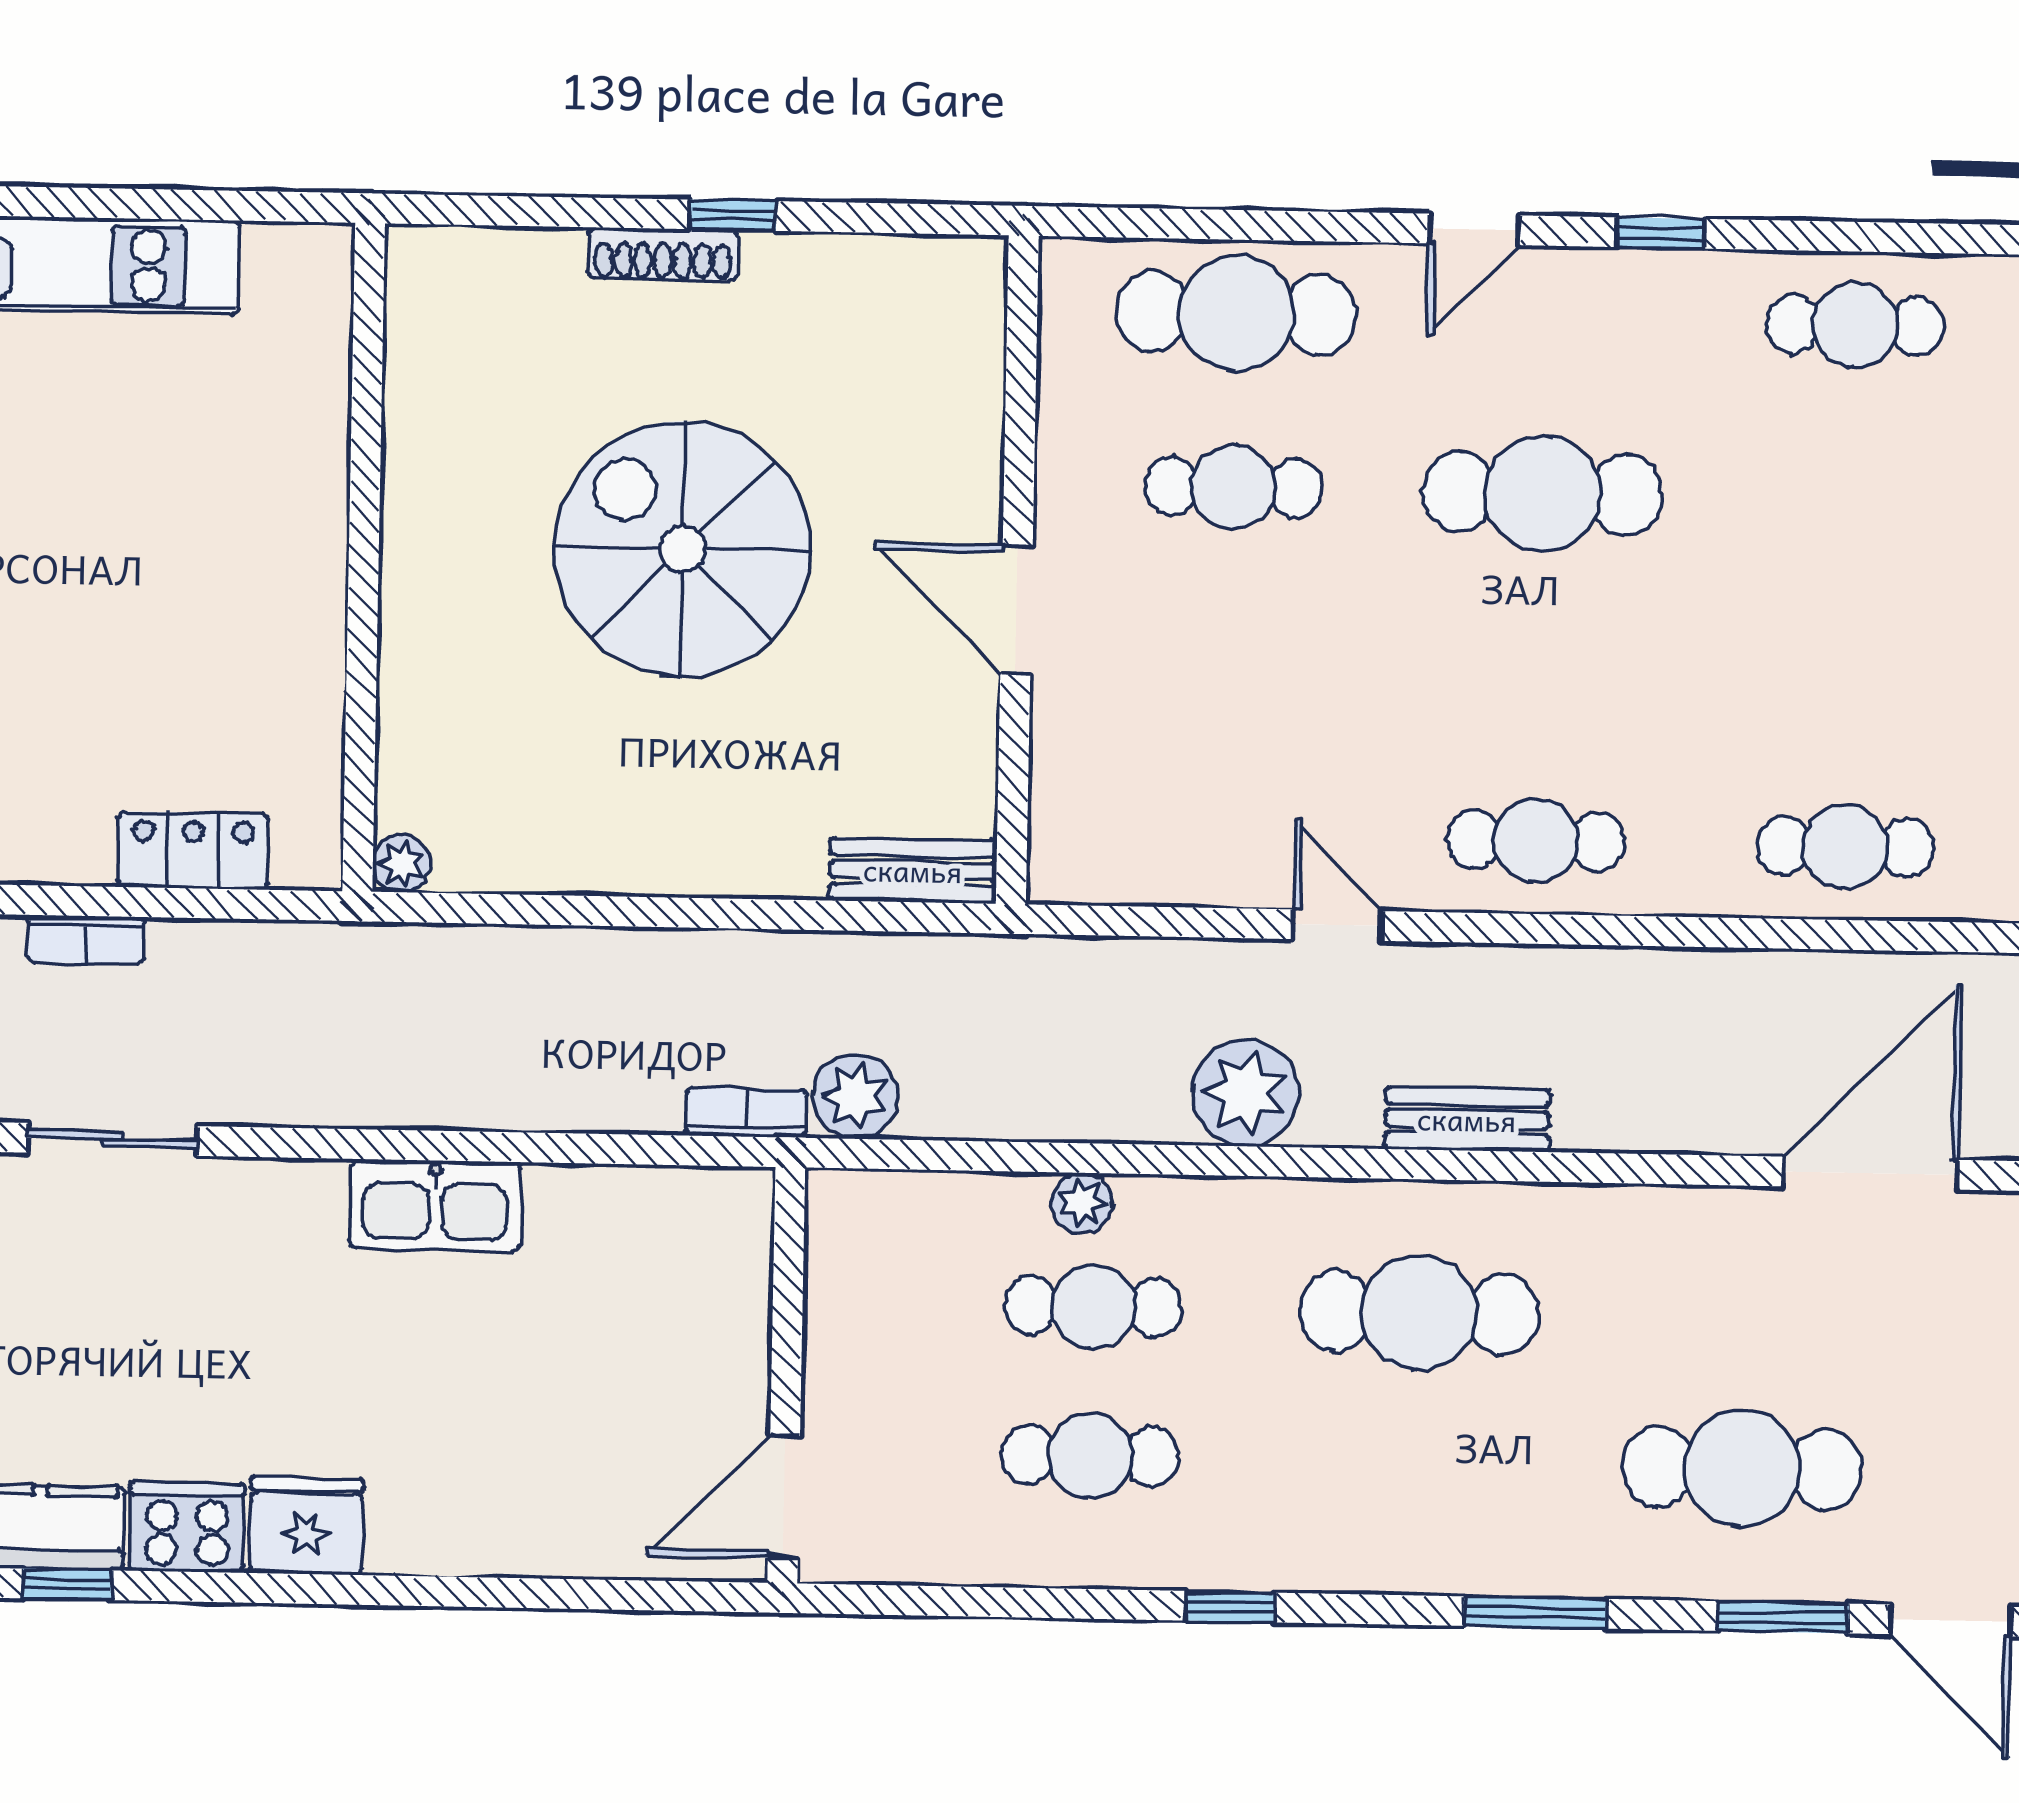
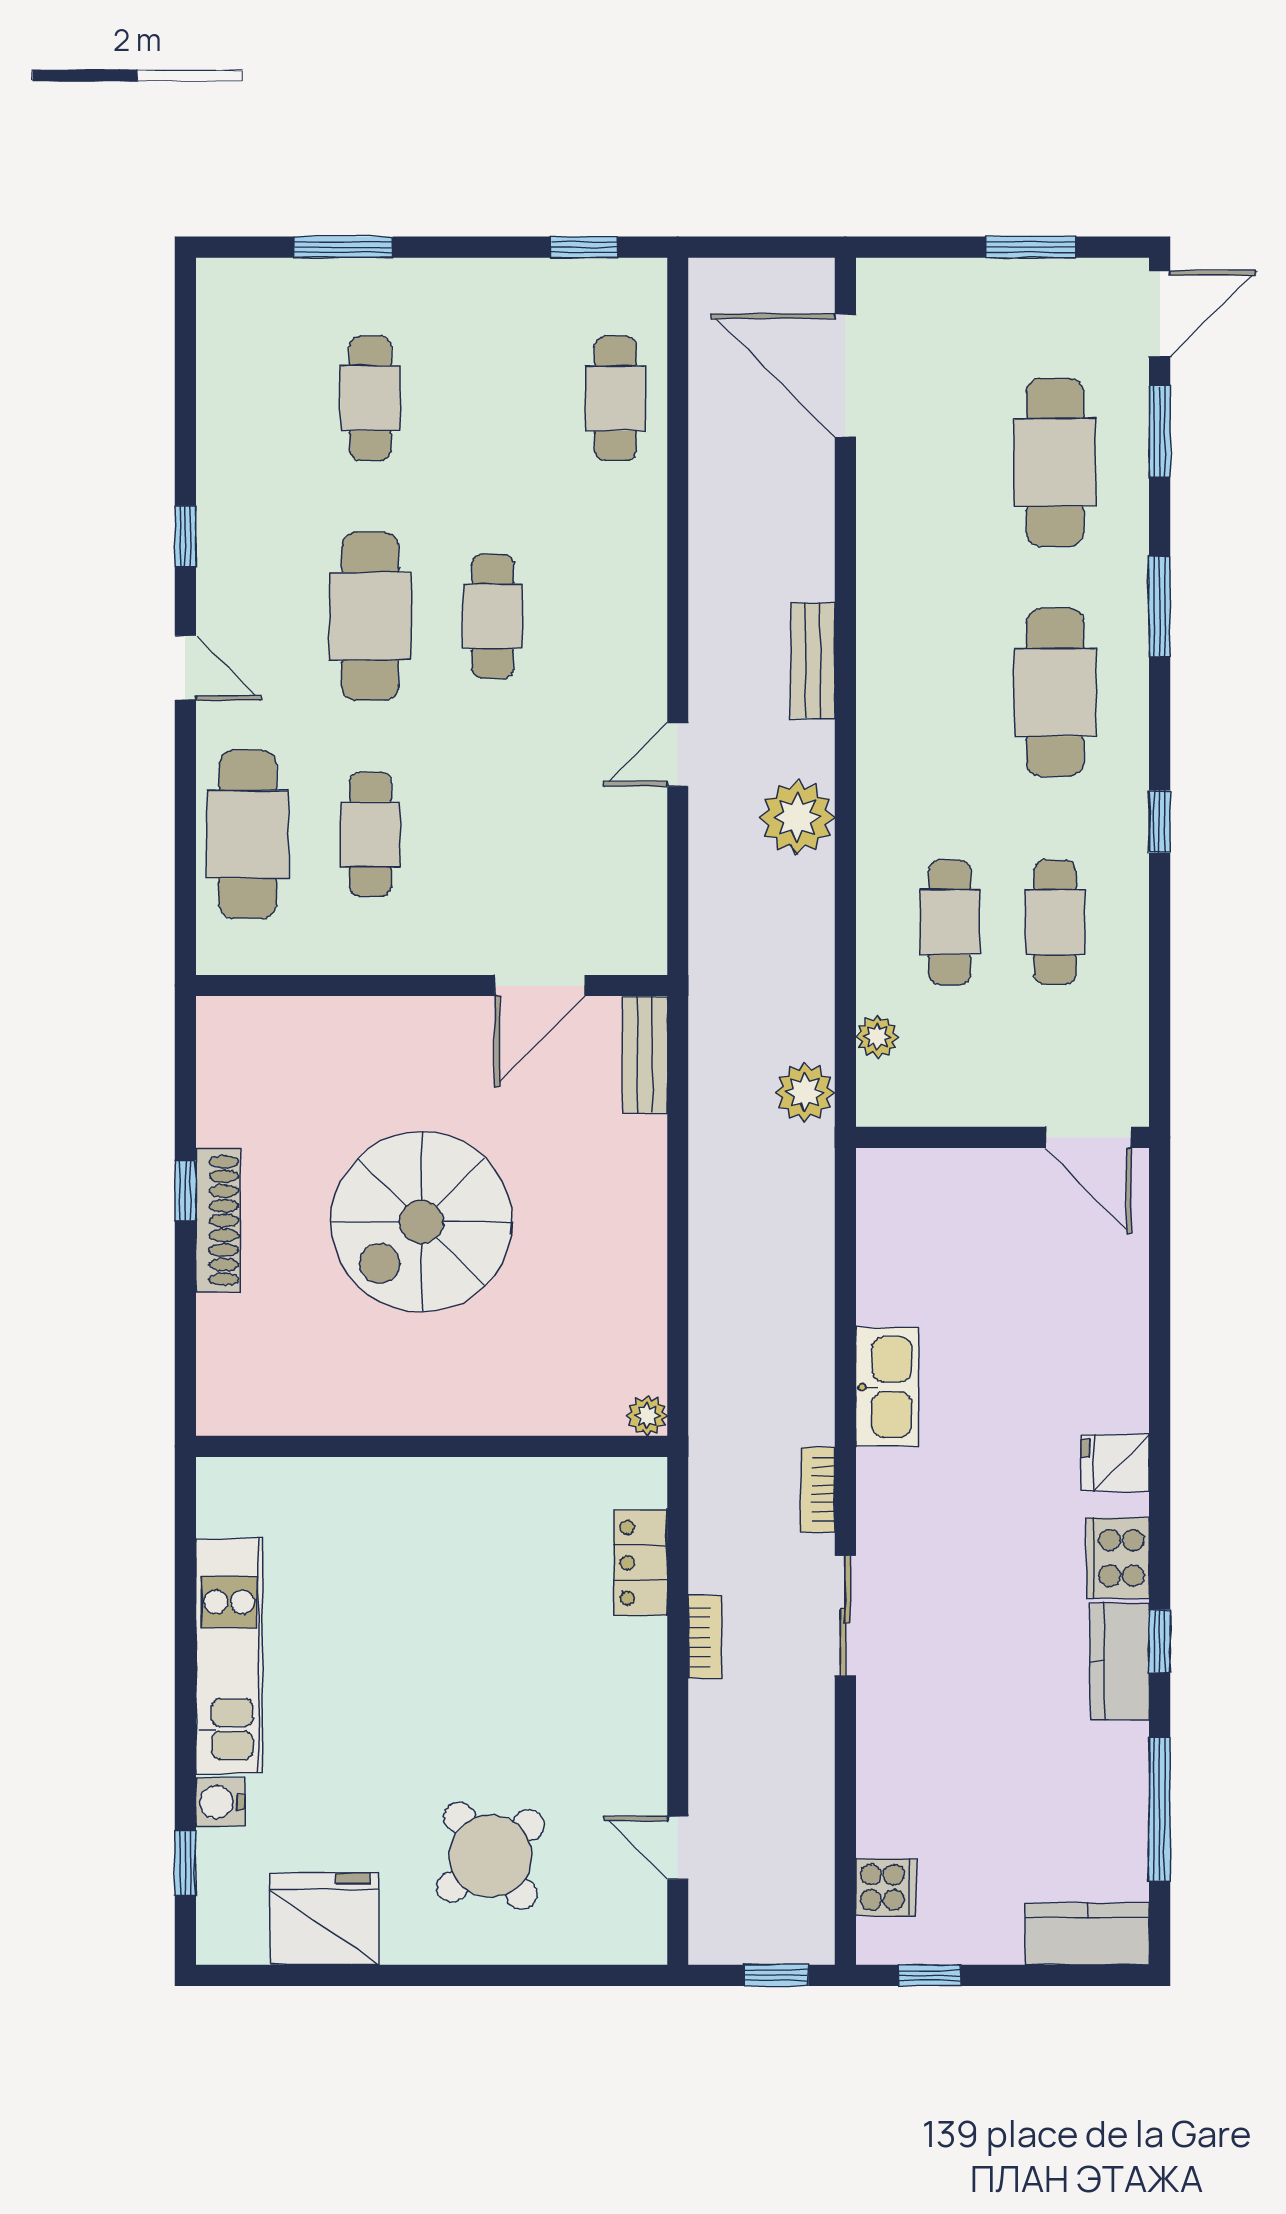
shoe rack: (663, 254) -> (218, 1221), width x1.36, depth x1.24
cafe table: (1855, 325) -> (370, 398), moved
door: (1016, 609) -> (540, 986), moved
cafe table: (1536, 841) -> (493, 616), moved
bookcase: (746, 1113) -> (818, 1489), moved
plant: (1082, 1203) -> (877, 1037), moved
cafe table: (1419, 1313) -> (1055, 692), moved
fridge: (306, 1526) -> (1115, 1463), width x0.72

